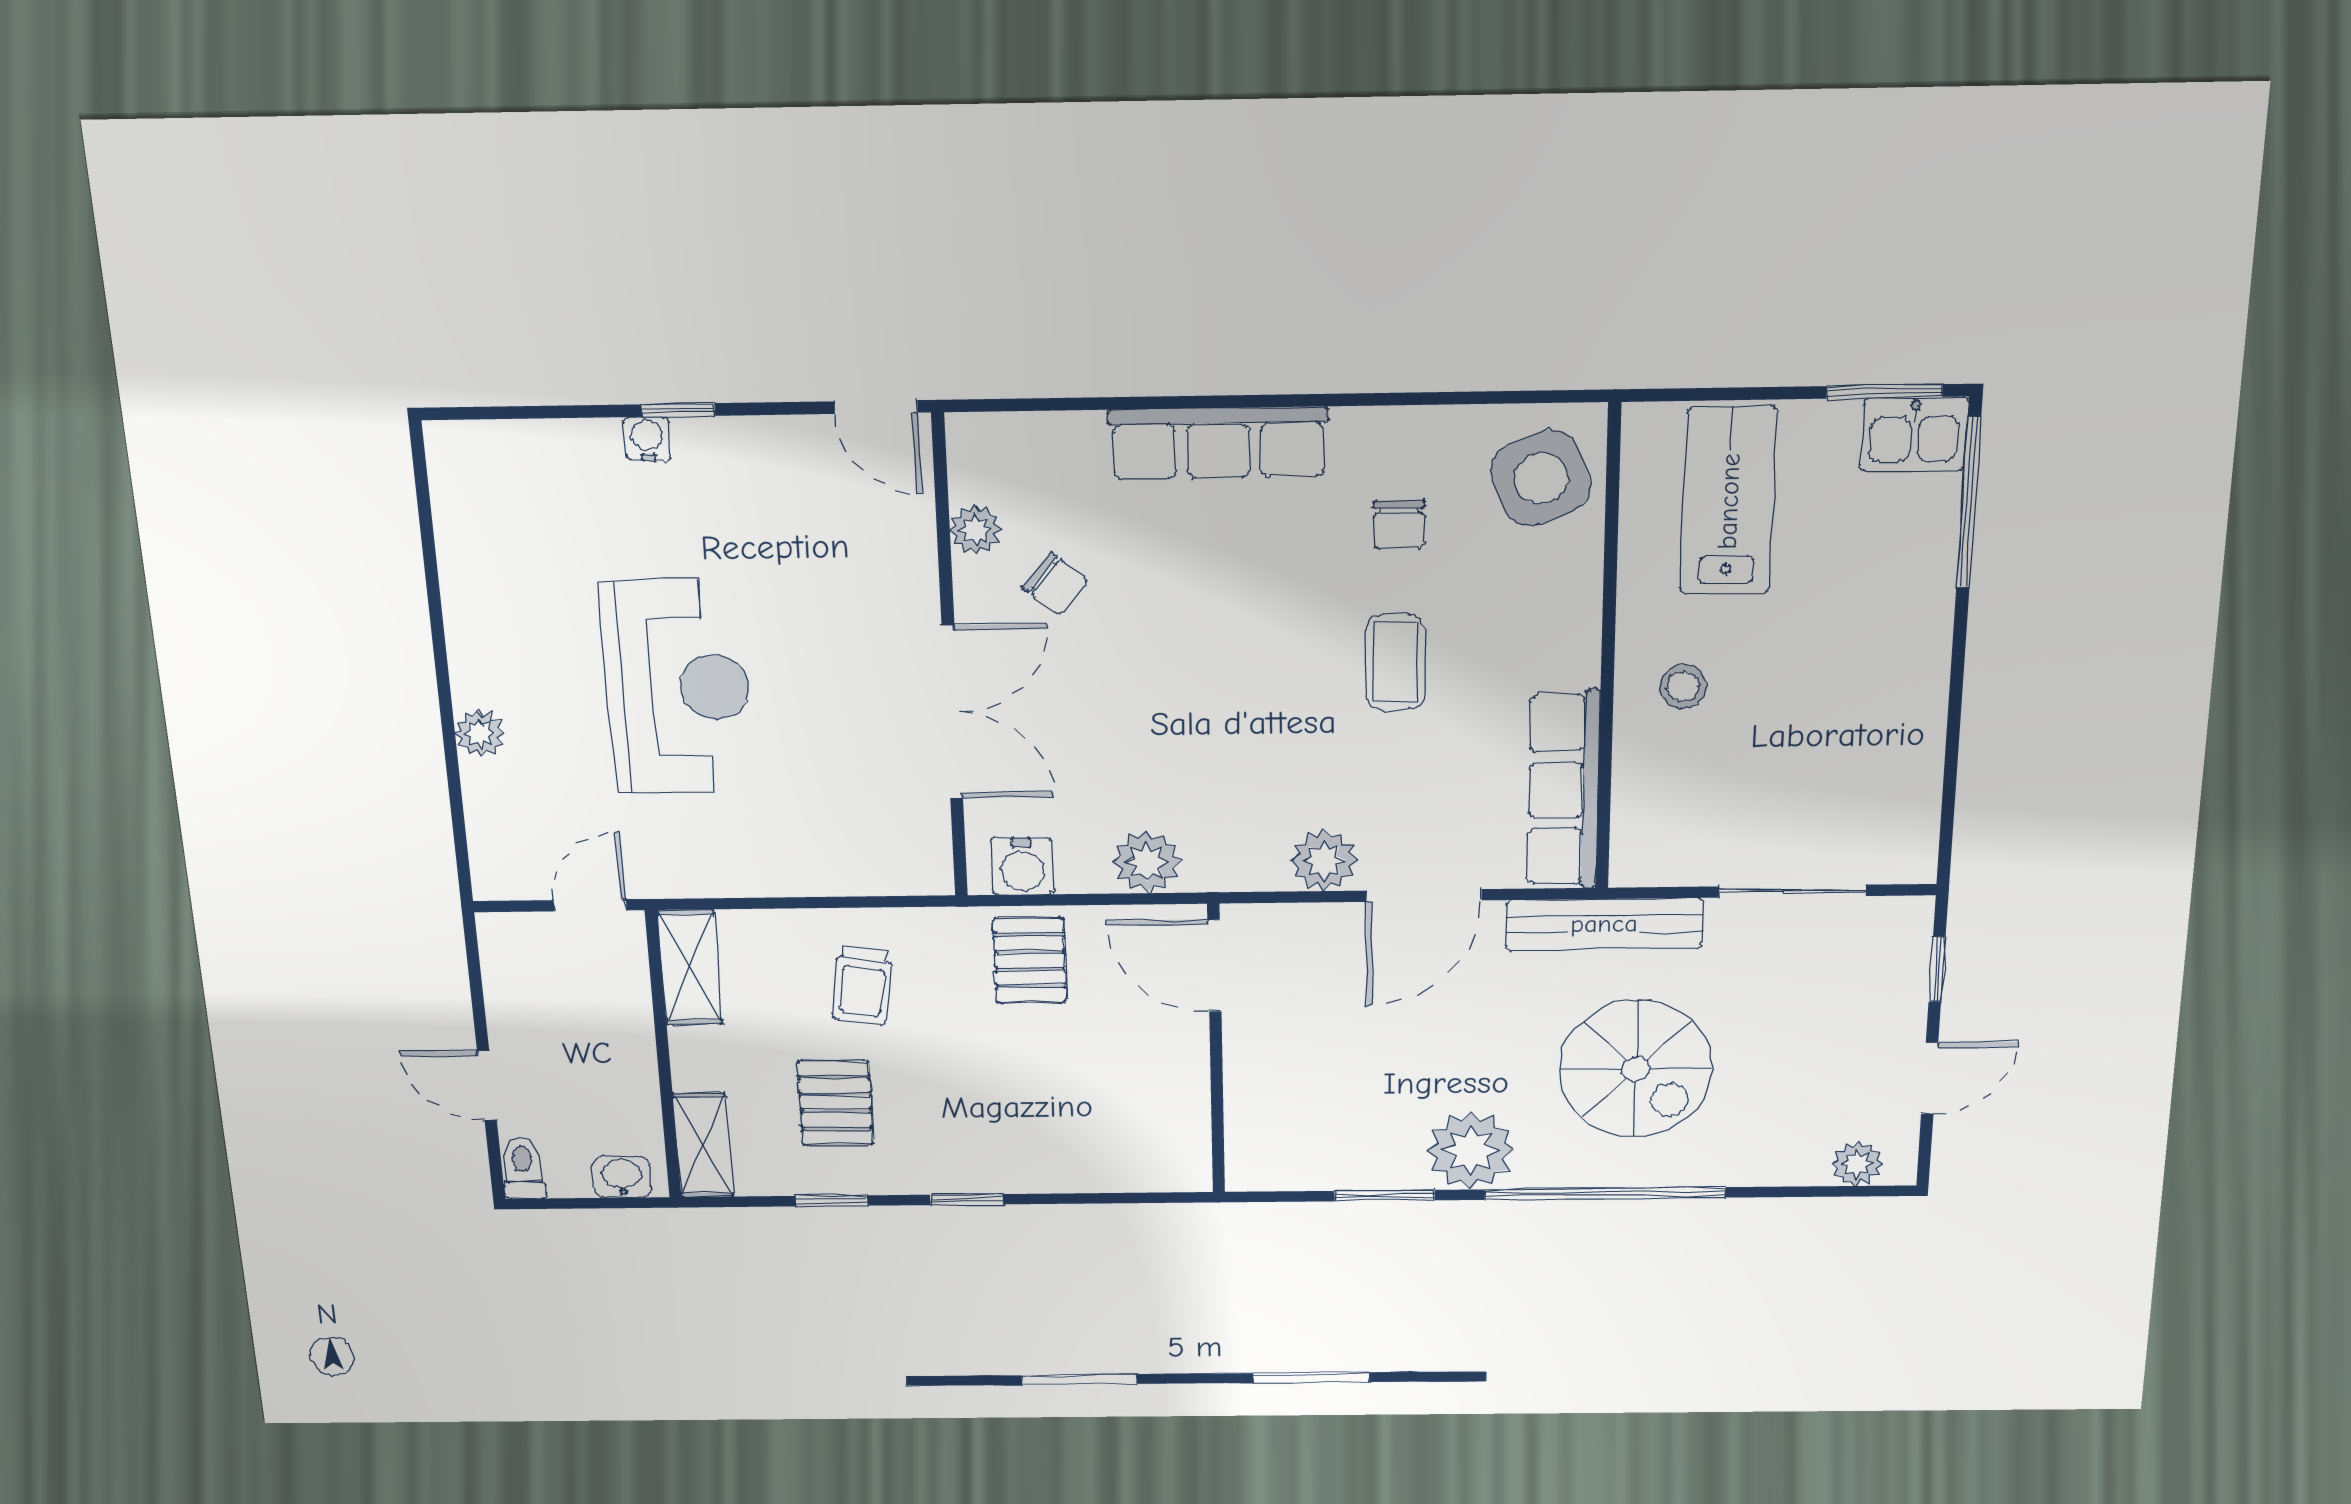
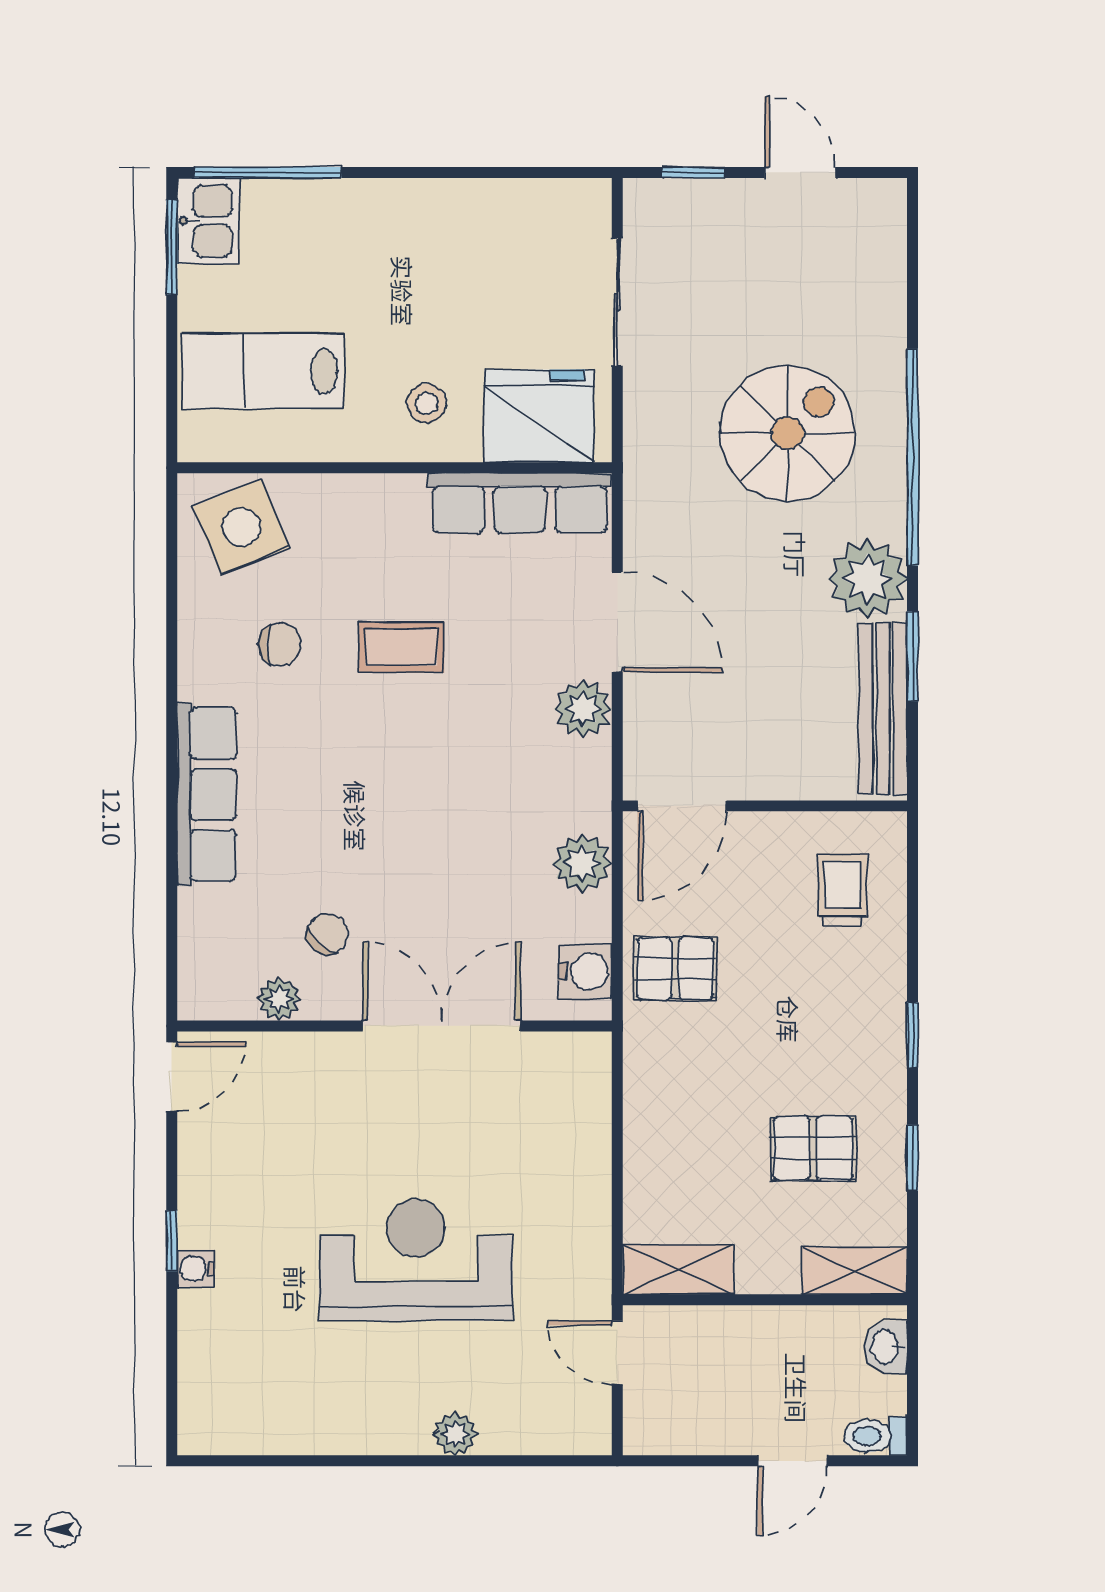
fridge: (1664, 809) -> (539, 416), added
bench: (1604, 924) -> (883, 709), moved
trolley: (862, 985) -> (843, 890), moved, turned -98
plant: (1857, 1164) -> (885, 232), removed

